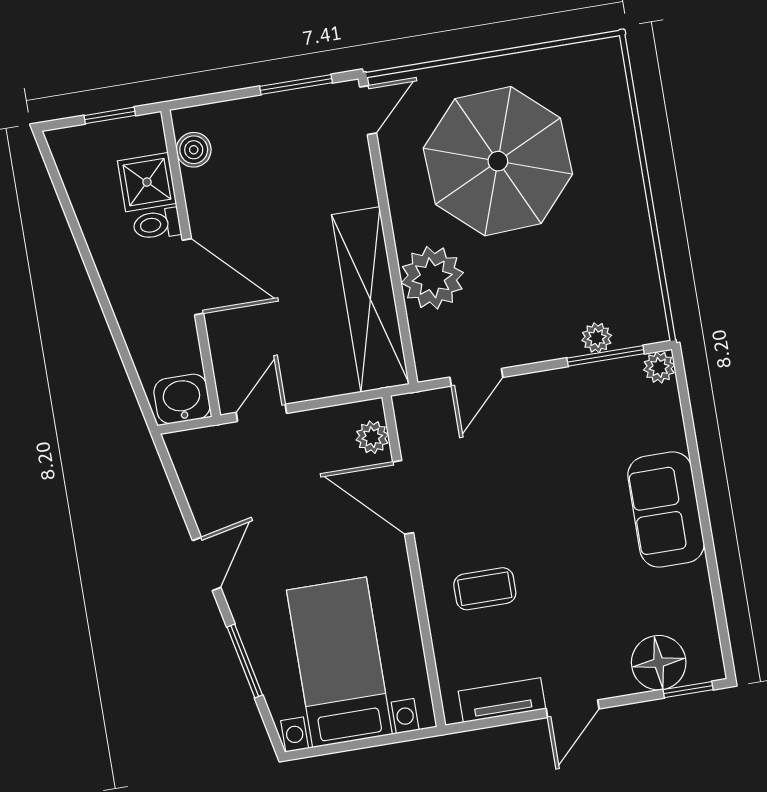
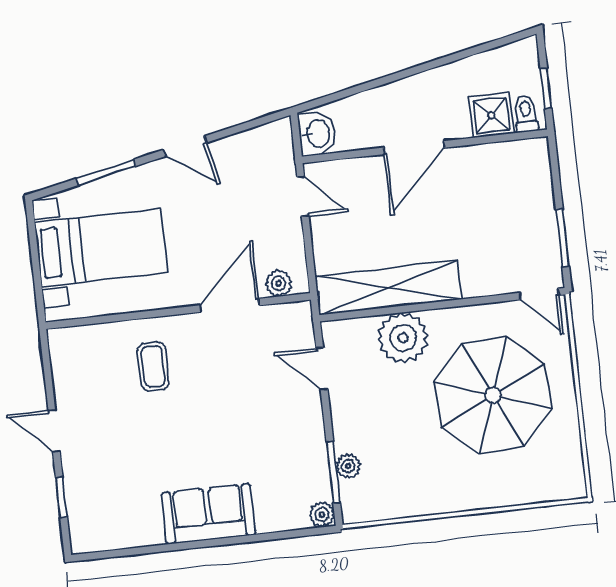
boiler: (194, 150) -> (515, 154), removed
toilet: (157, 224) -> (526, 114), moved
floor lamp: (659, 663) -> (87, 501), removed
window: (688, 690) -> (61, 497), moved
tv unit: (502, 700) -> (64, 375), removed

